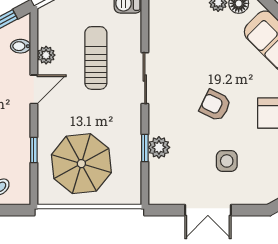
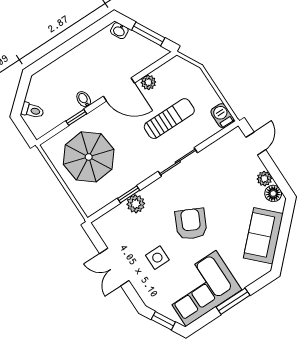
bidet: (21, 46) -> (84, 99), moved
door: (34, 89) -> (119, 90), width x1.38
armchair: (215, 105) -> (191, 224), width x1.38, depth x1.38

